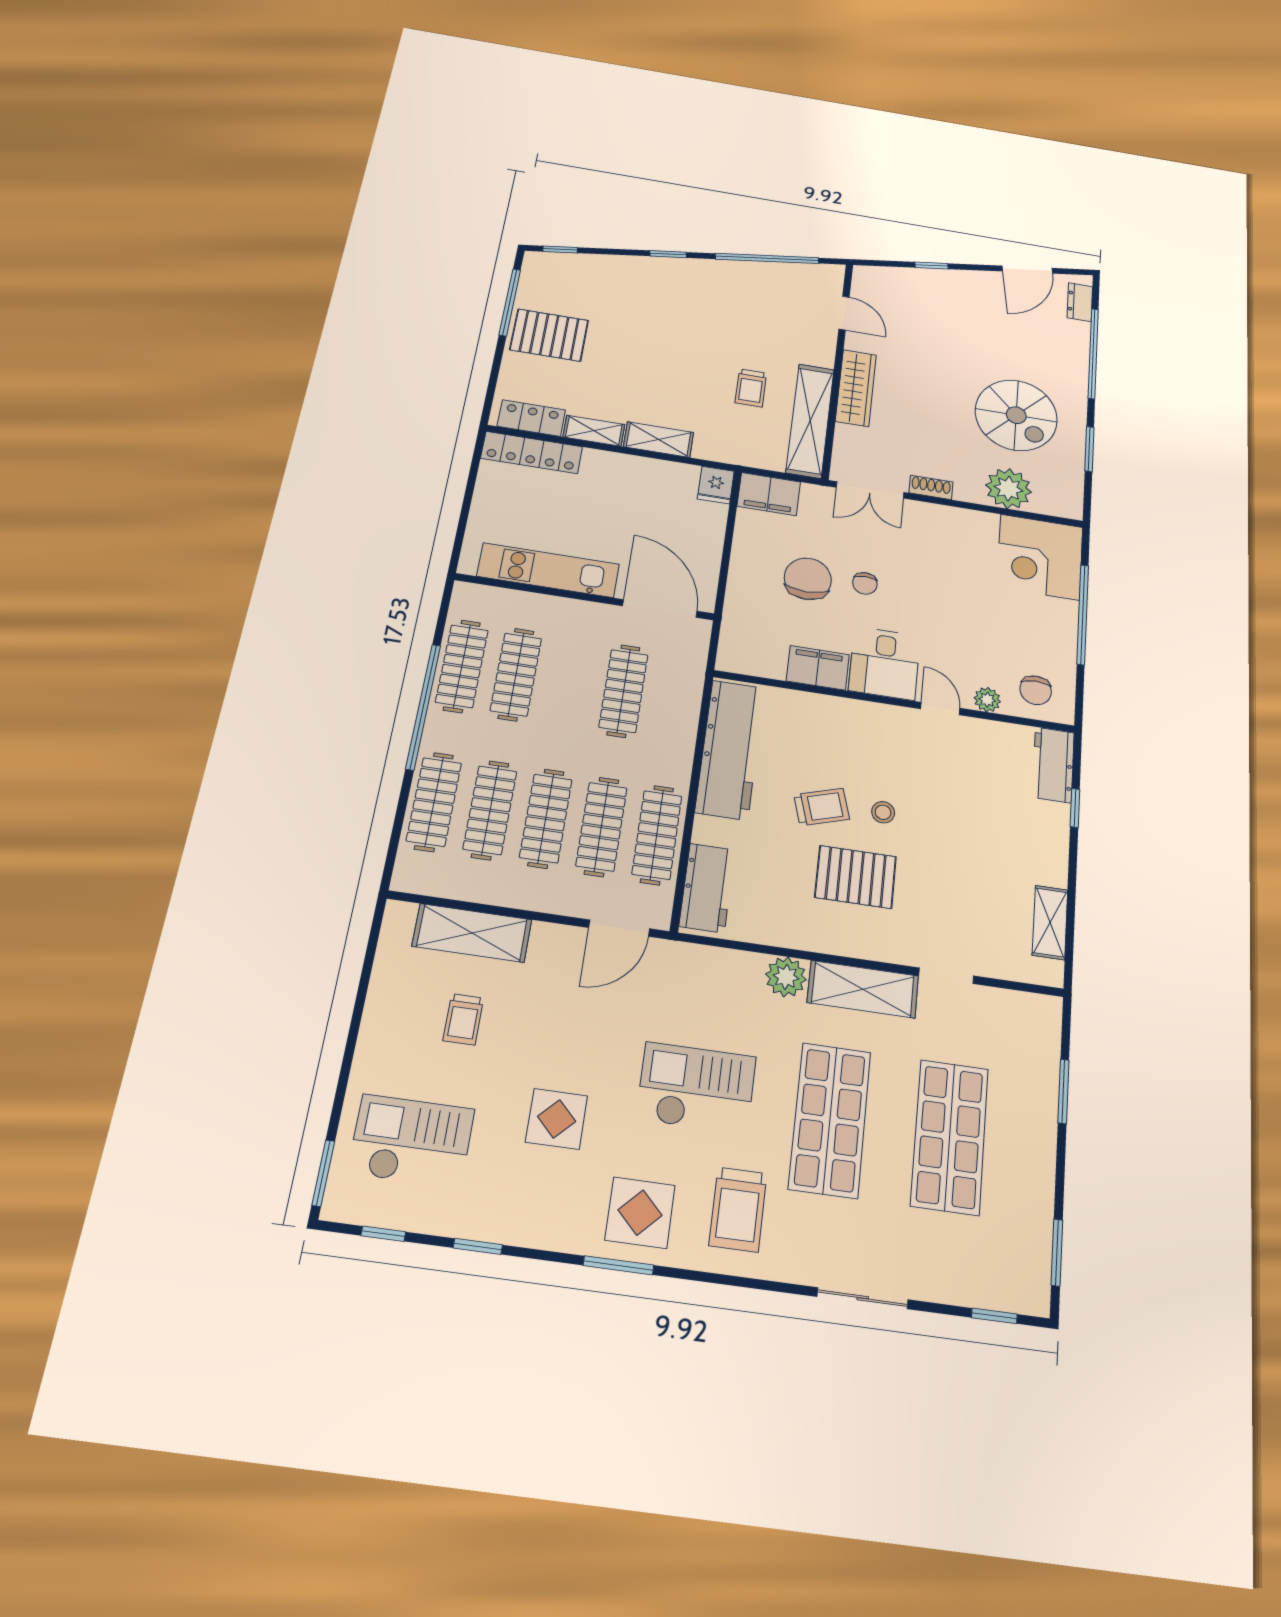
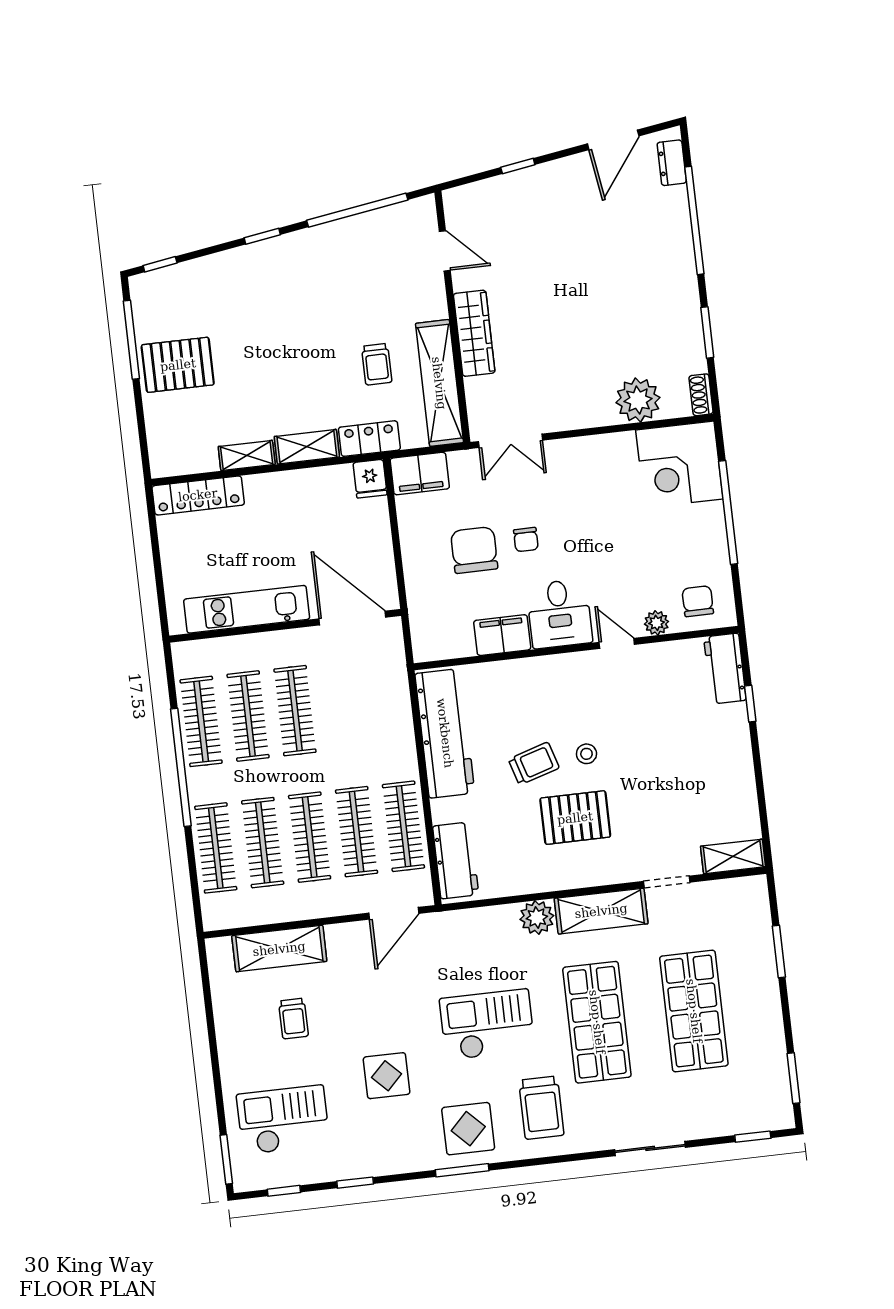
spiral stairs: (1016, 415) -> (631, 316), removed
locker: (531, 418) -> (369, 439), moved
shoe rack: (931, 487) -> (701, 395), moved, turned -90
chair: (1036, 690) -> (698, 601), turned 180
clothes rail: (623, 691) -> (295, 711), moved
shelving: (1050, 922) -> (733, 856), moved, turned 90

